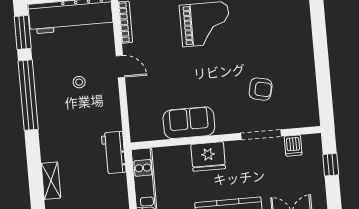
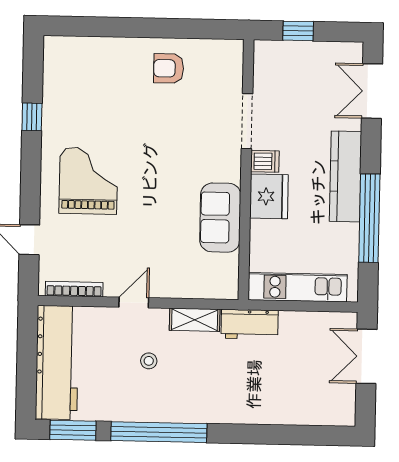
armchair: (261, 89) -> (169, 68), moved, turned -103
dishwasher: (293, 146) -> (265, 161), moved
shelving: (51, 181) -> (195, 320), moved

